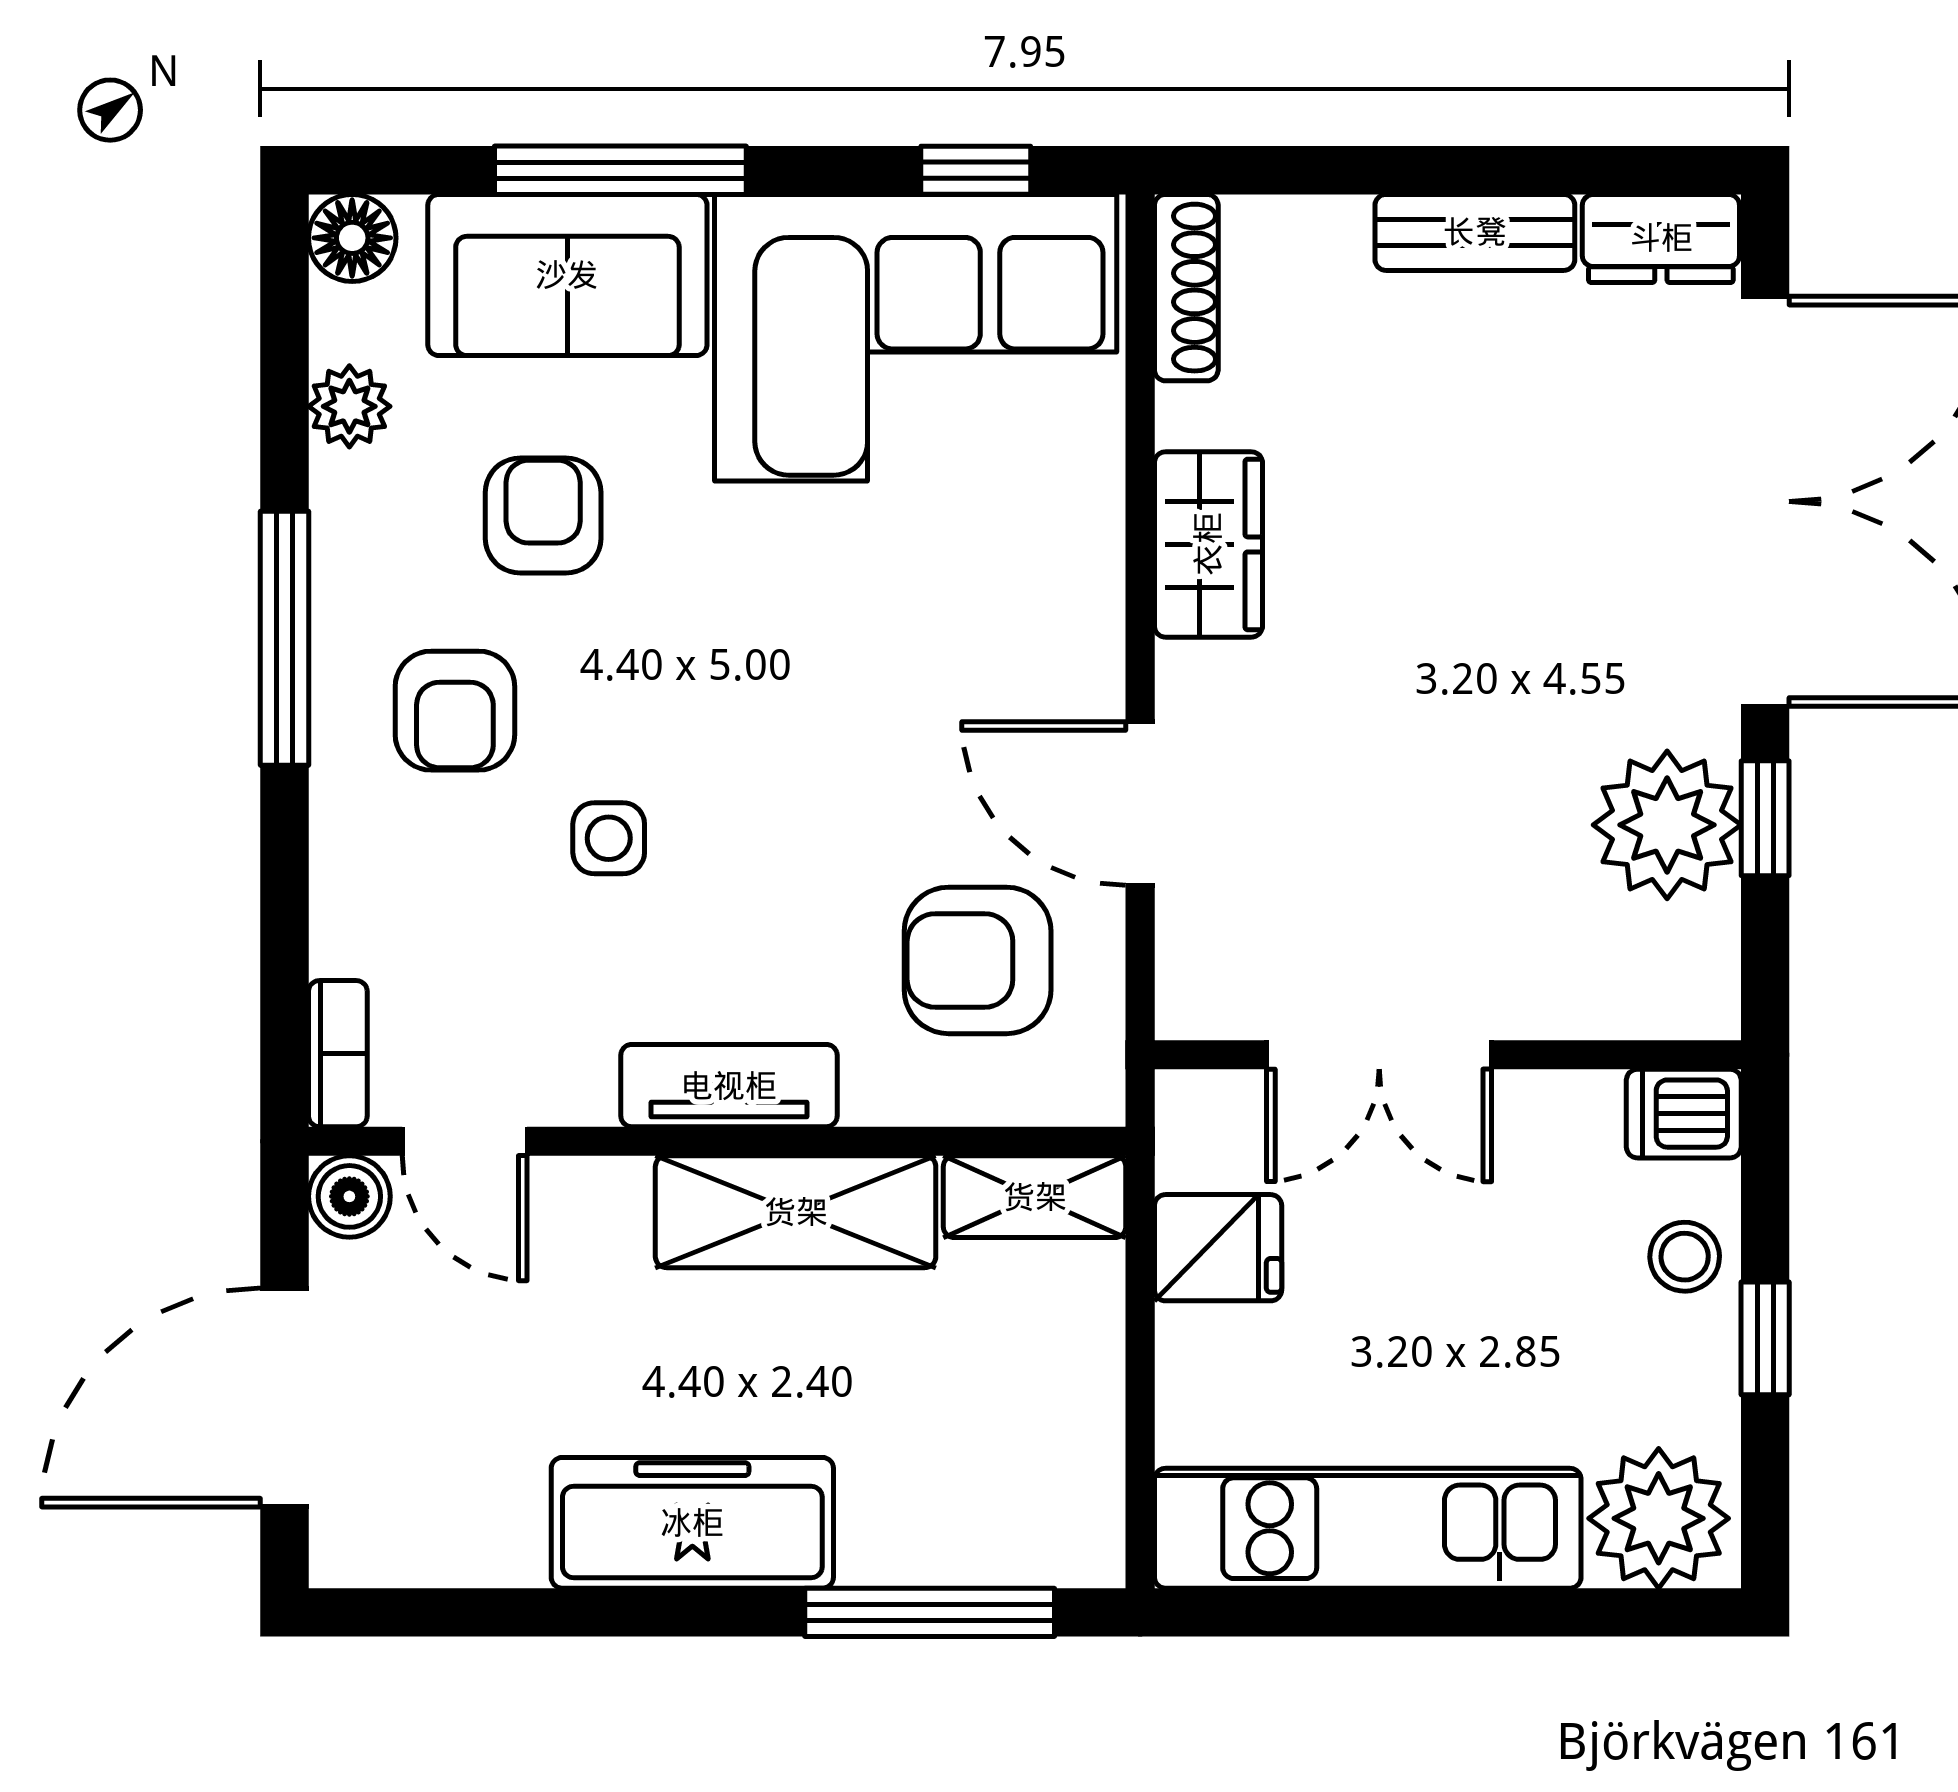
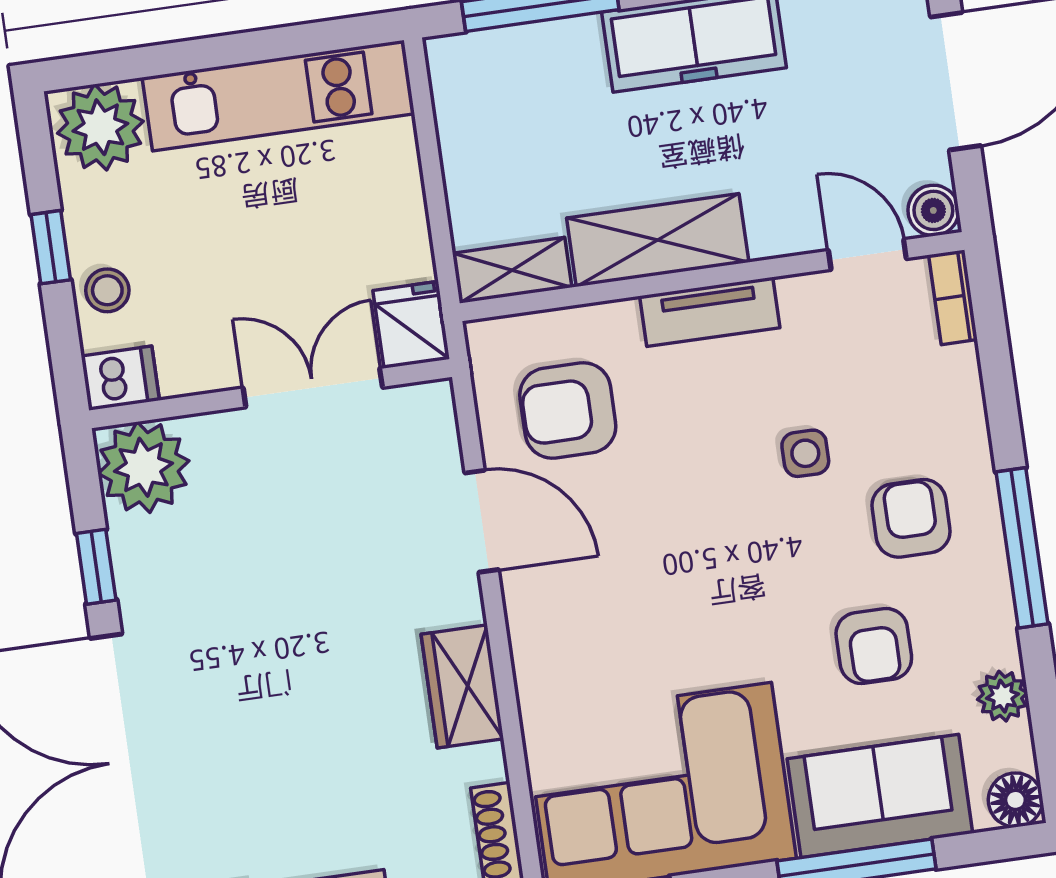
plant: (1667, 825) -> (144, 467), moved
armchair: (978, 960) -> (568, 410), turned 180
fridge: (1218, 1248) -> (411, 325), moved, turned 90

